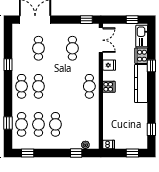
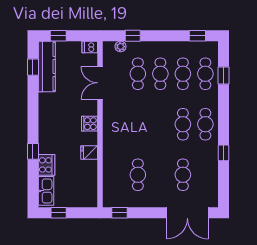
double door: (101, 40) -> (100, 83), moved
kitchen counter: (141, 83) -> (47, 66), moved
cafe table: (89, 86) -> (138, 74), moved

